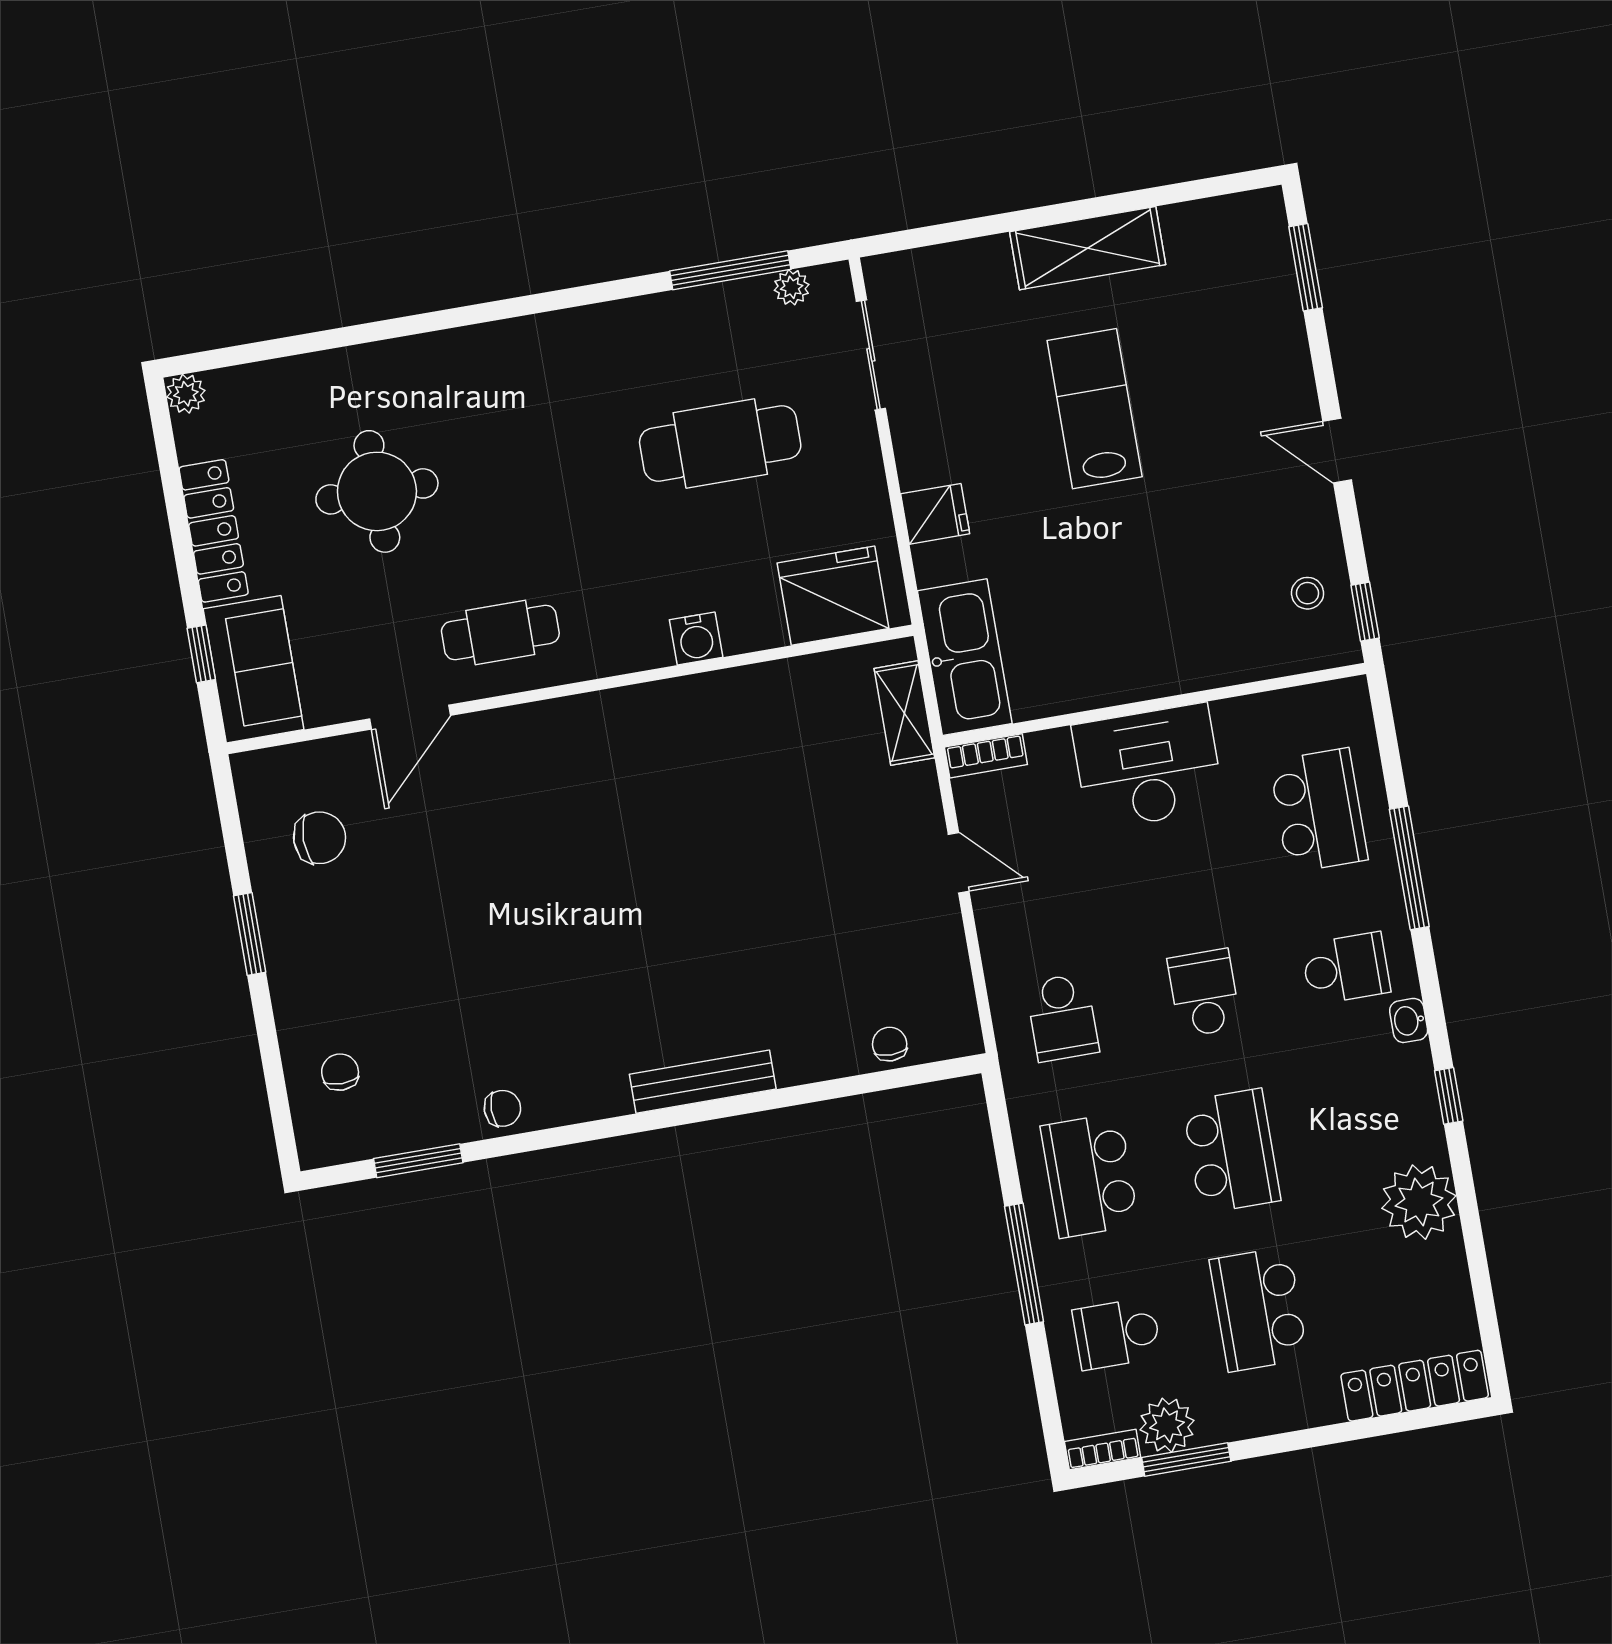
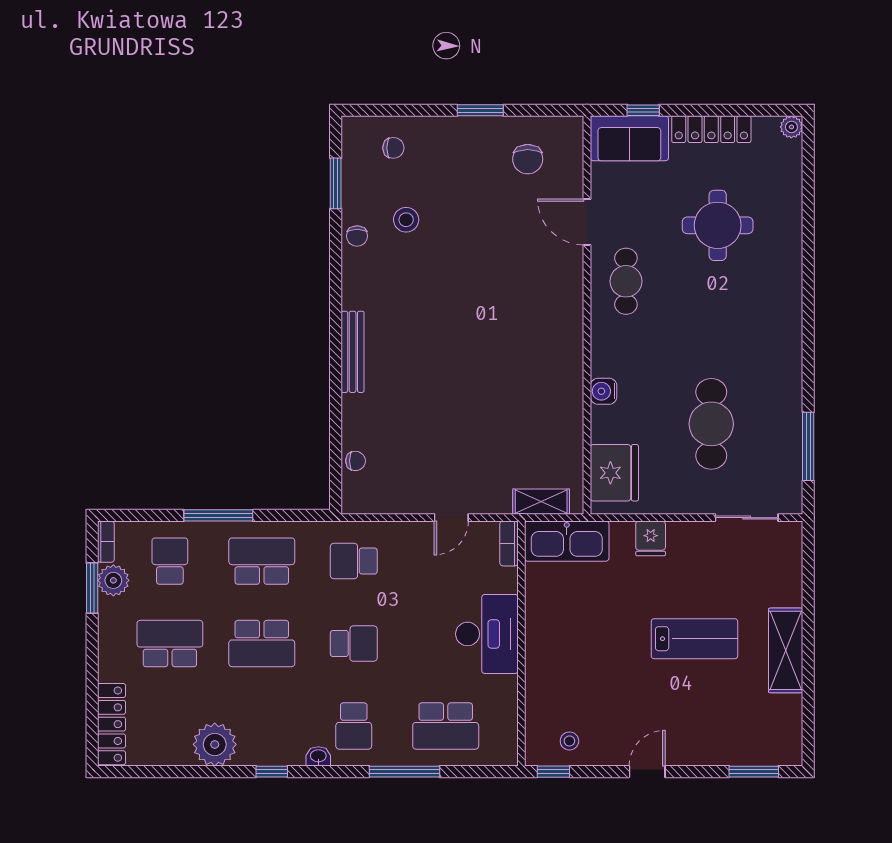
plant: (792, 287) -> (792, 479), removed
stool: (460, 1029) -> (406, 220), added

